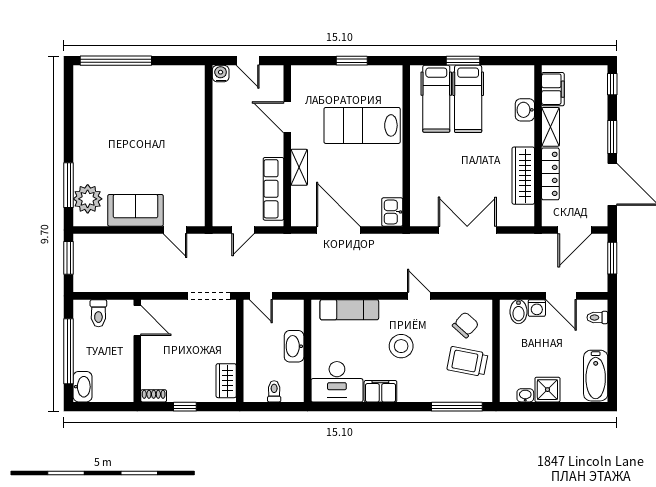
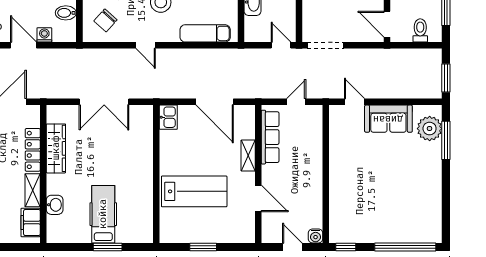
window: (185, 61) -> (346, 247), added
hospital bed: (436, 99) -> (131, 214), removed
bidet: (519, 312) -> (66, 13), moved, turned -90

